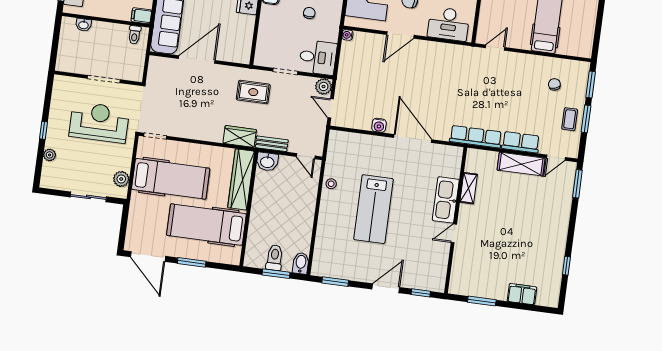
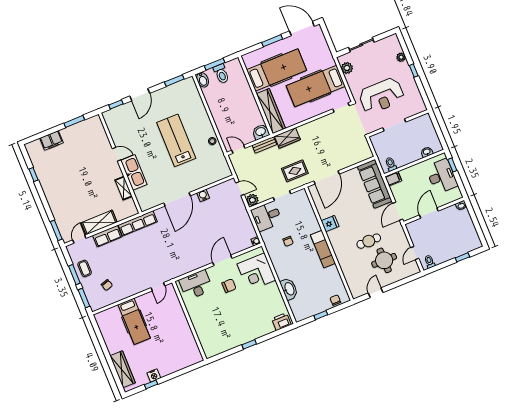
door: (197, 60) -> (327, 177), moved
door: (413, 139) -> (177, 199), hinge flipped
door: (454, 233) -> (117, 154), hinge flipped

